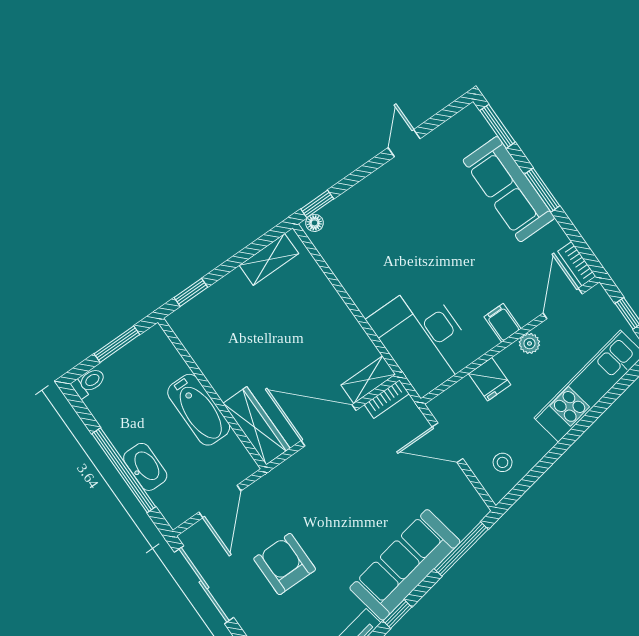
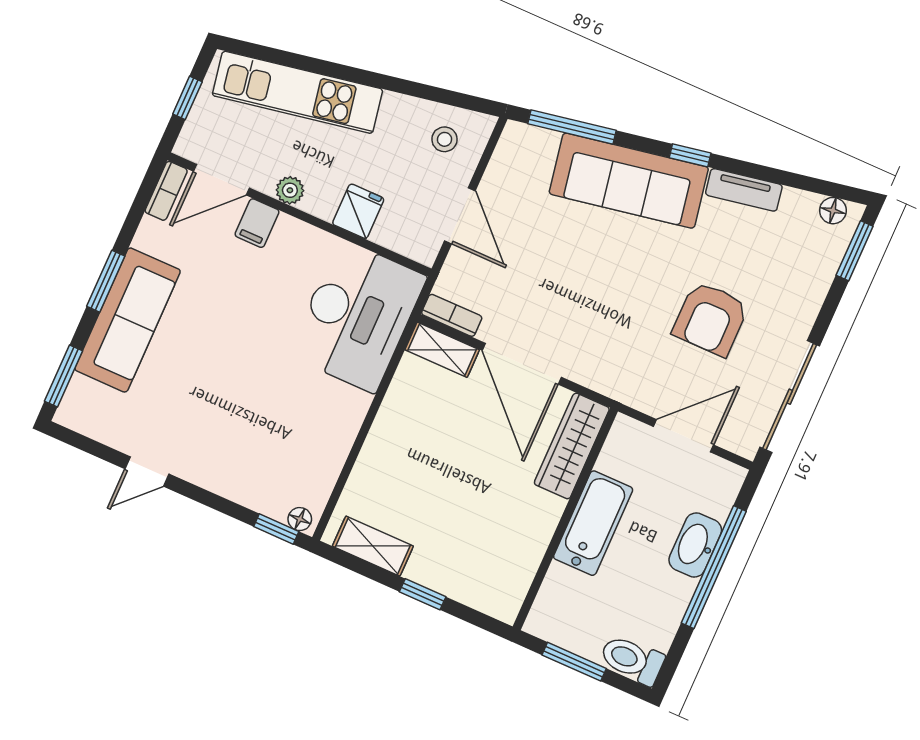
window: (191, 292) -> (423, 594), moved
filing cabinet: (502, 323) -> (257, 223), moved
toilet: (89, 383) -> (632, 660), width x1.37, depth x1.39

